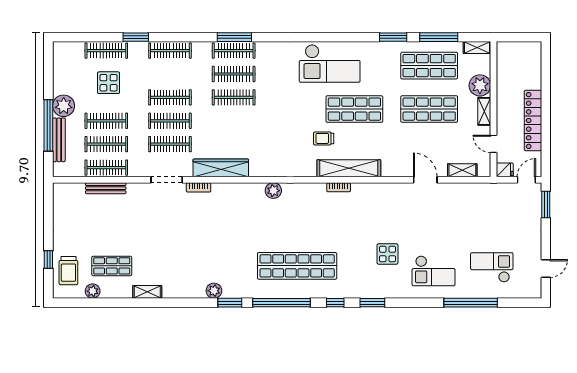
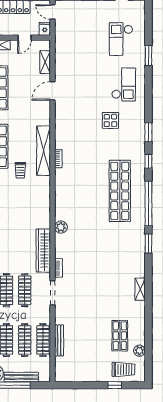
plant: (273, 191) -> (61, 227), moved
plant: (214, 291) -> (139, 256), removed
shelving: (147, 292) -> (140, 289), moved
window: (471, 303) -> (148, 55), width x0.47

